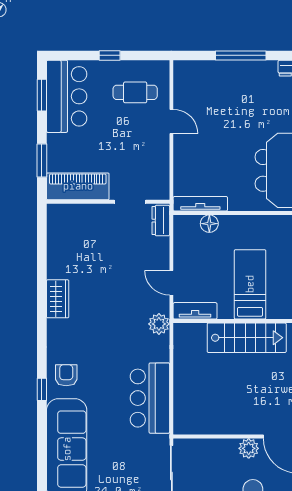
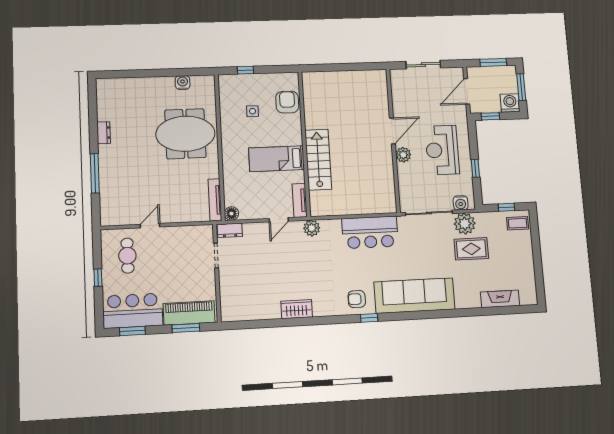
piano: (78, 186) -> (189, 313), moved, turned 90
floor lamp: (209, 224) -> (231, 214), moved

